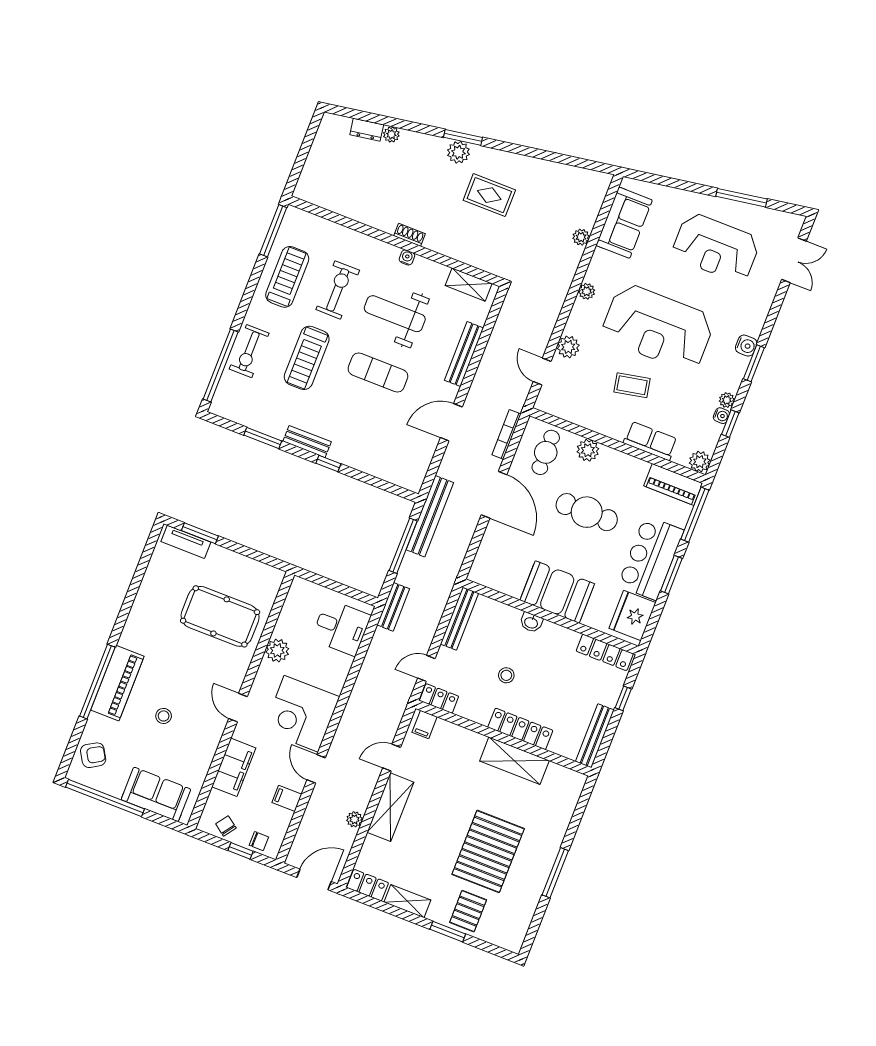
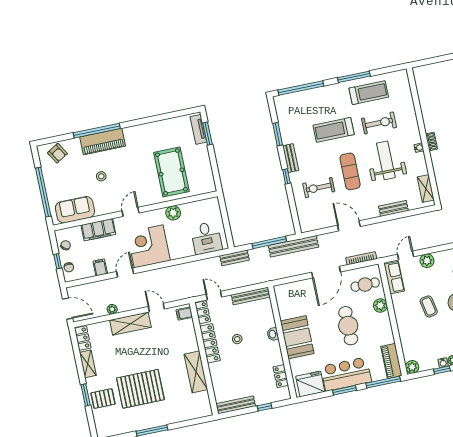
window: (273, 231) -> (354, 77), moved
exercise bike: (249, 351) -> (319, 188), moved
bench: (464, 354) -> (393, 208), width x0.73
row of seats: (650, 441) -> (394, 278), moved
locker: (605, 652) -> (281, 376), width x0.66
locker: (520, 729) -> (210, 343), moved
sofa: (156, 794) -> (75, 210), moved, turned -90
window: (105, 798) -> (43, 192), moved

